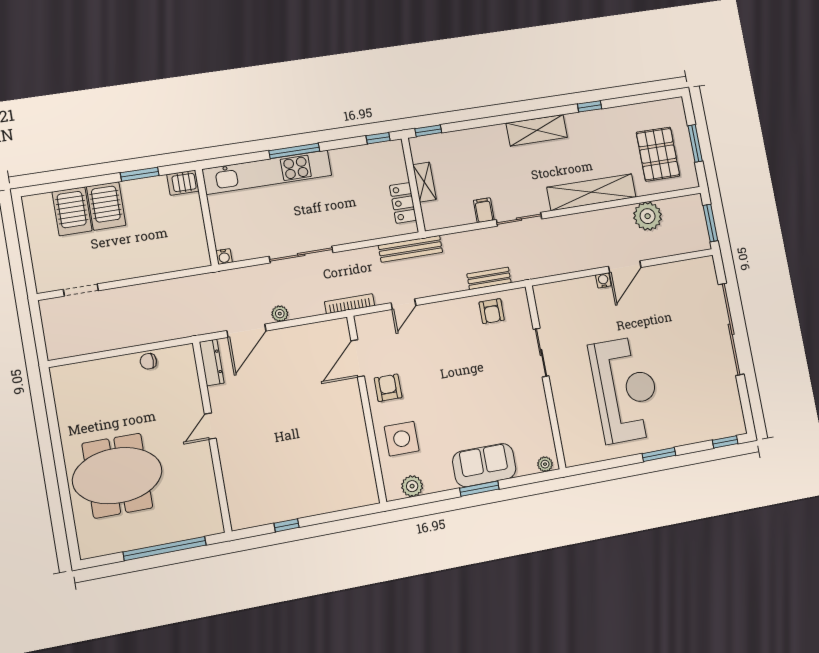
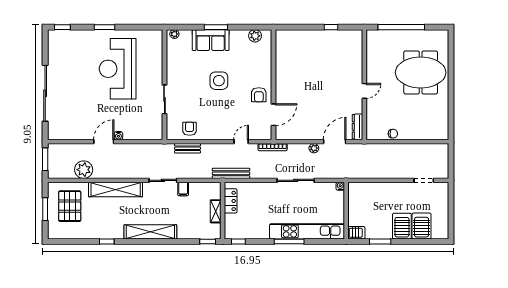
shelving: (537, 130) -> (150, 232), width x1.47
side table: (402, 439) -> (219, 81), moved

